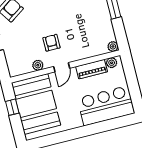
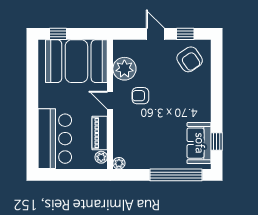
armchair: (51, 43) -> (140, 96), turned 180
plant: (38, 65) -> (124, 69), width x1.87, depth x1.87
window: (12, 107) -> (58, 34), moved

